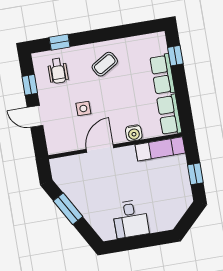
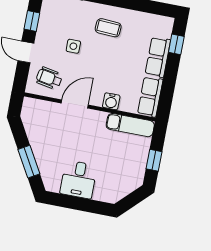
coffee table: (105, 64) -> (108, 28), turned 34
wheelchair: (58, 71) -> (49, 78), moved, turned 100
side table: (83, 108) -> (73, 46), moved
window: (68, 209) -> (29, 162), moved

